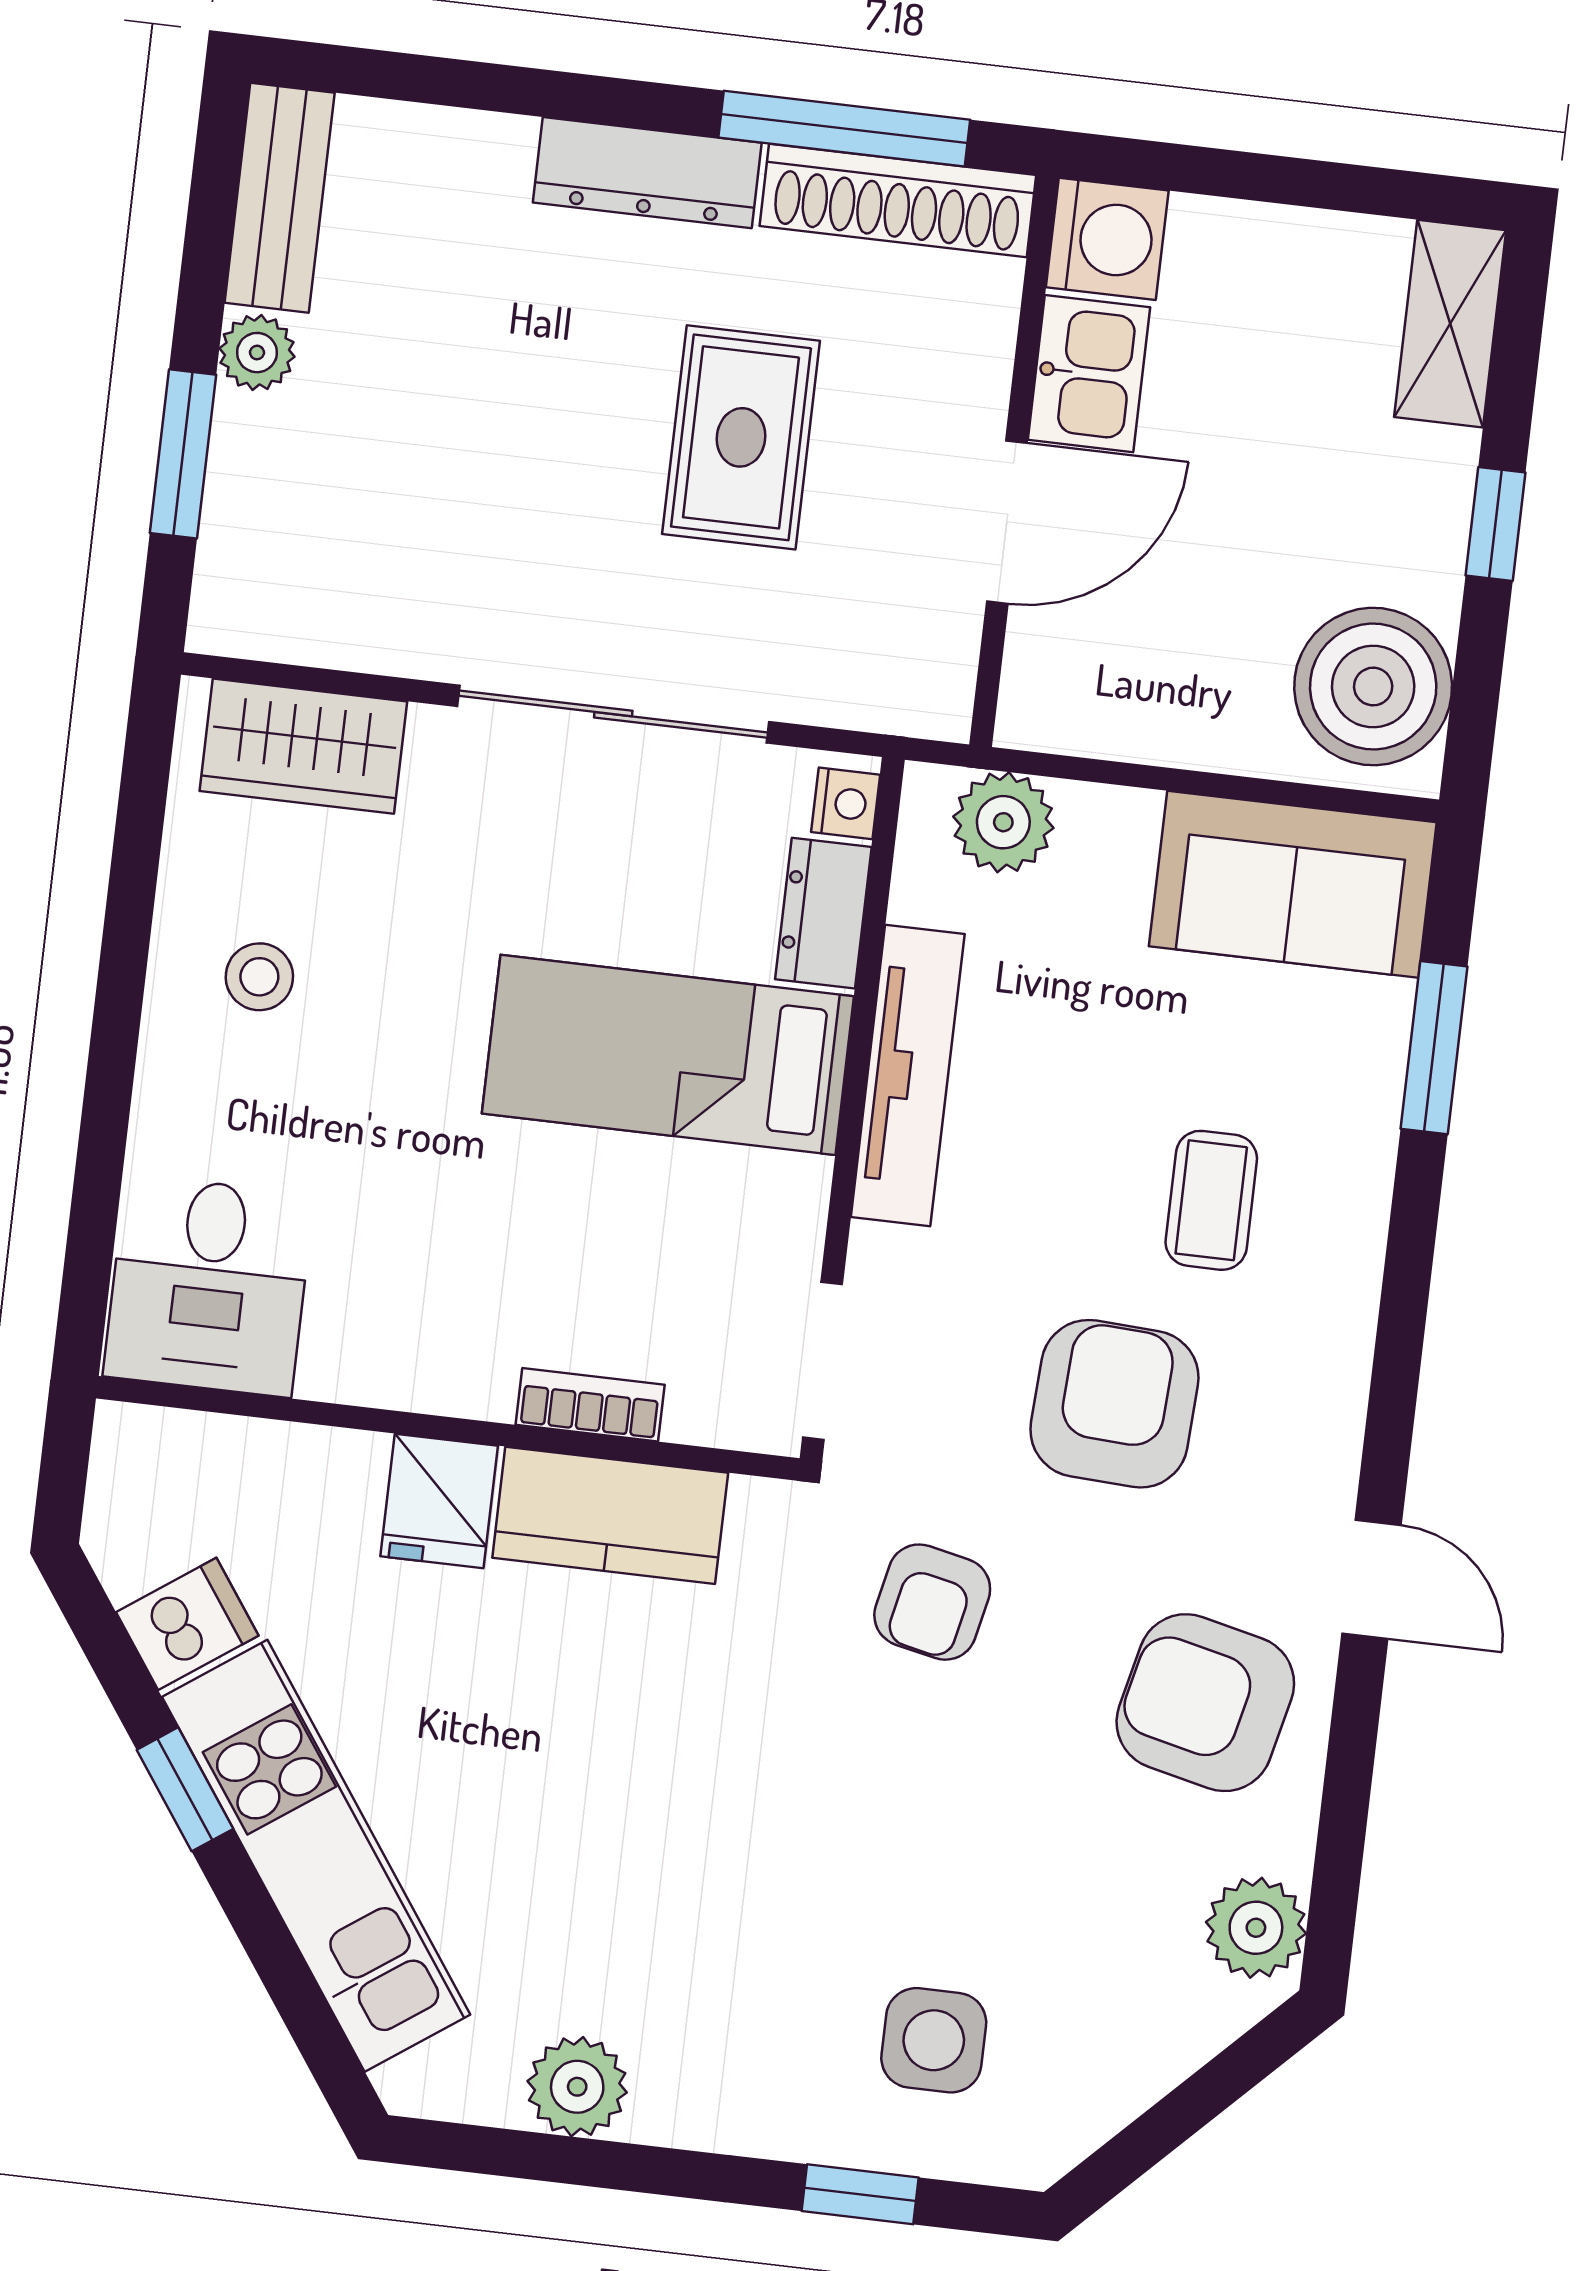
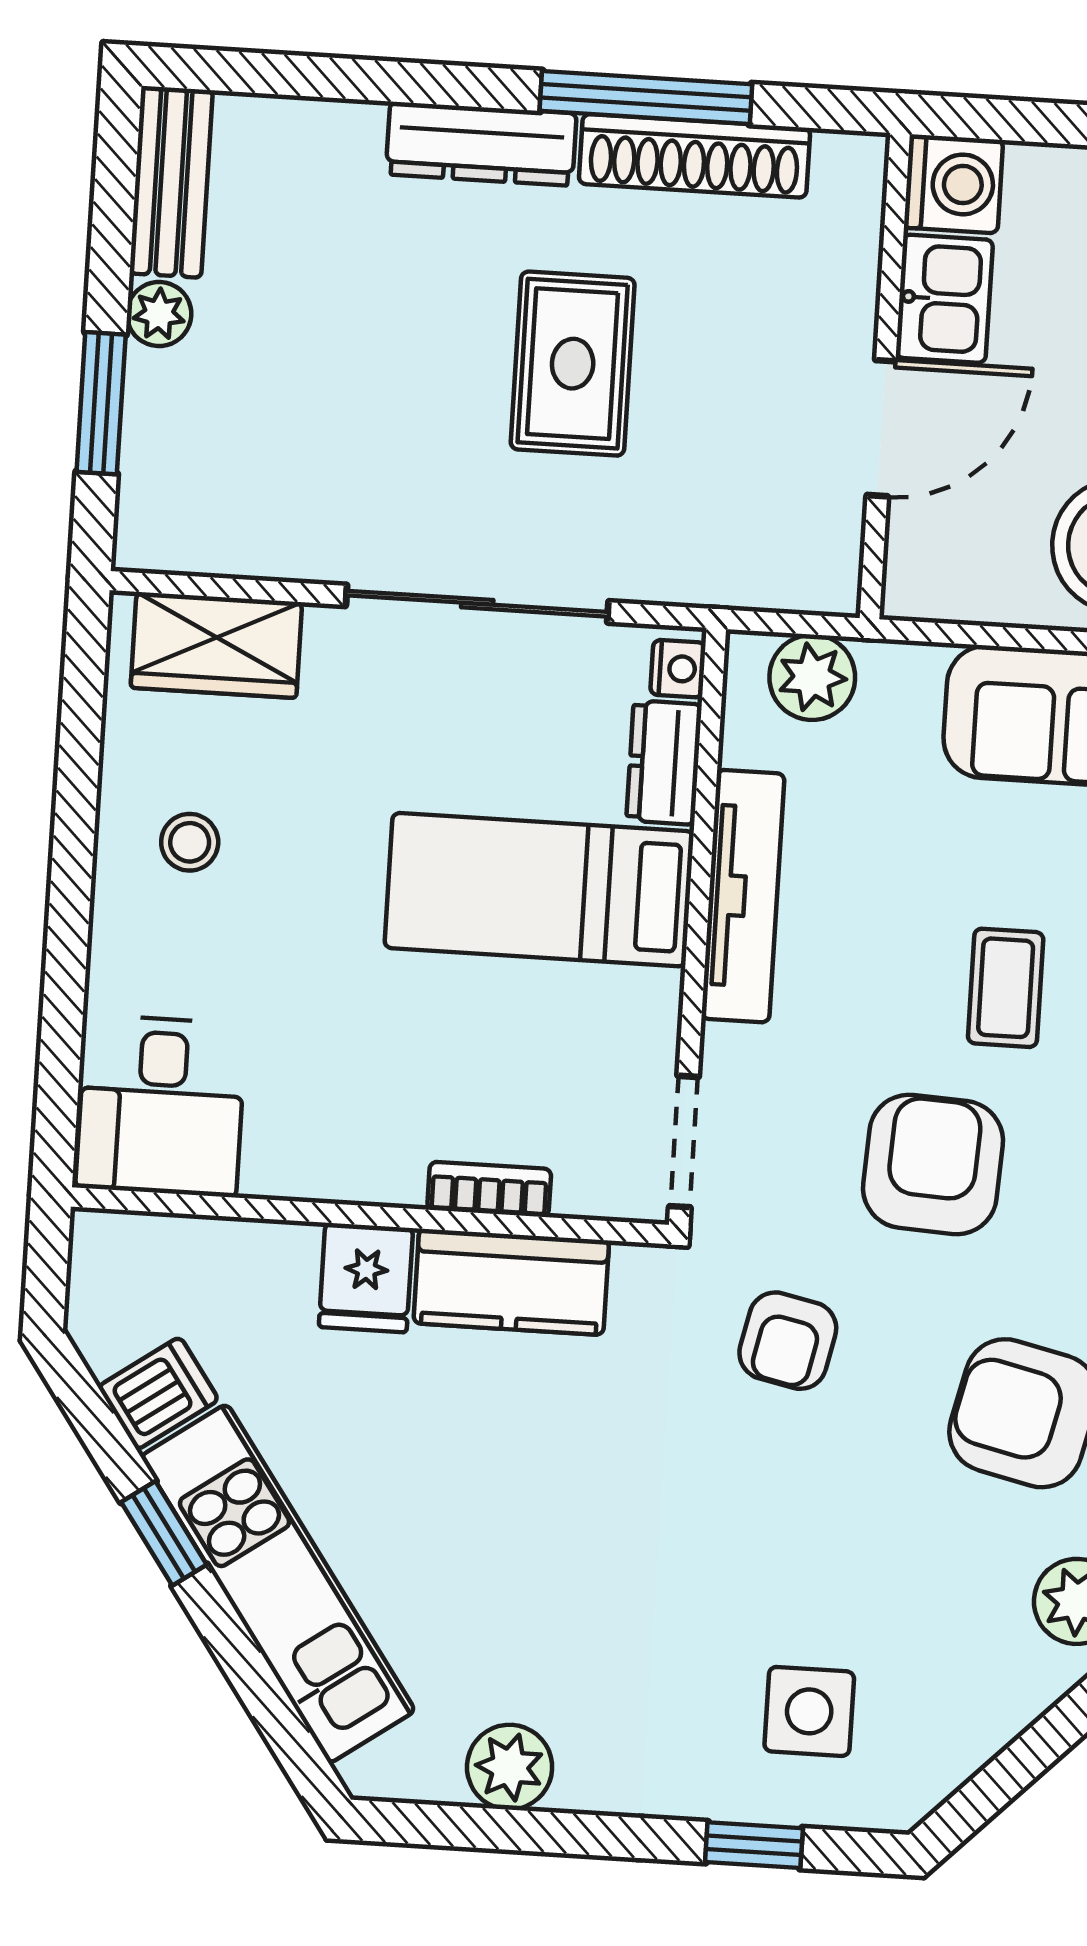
washing machine: (1107, 239) -> (953, 184), moved
kitchen sink: (1089, 374) -> (944, 299), moved
wall: (1014, 461) -> (885, 376), moved
door: (1007, 522) -> (882, 428), moved

